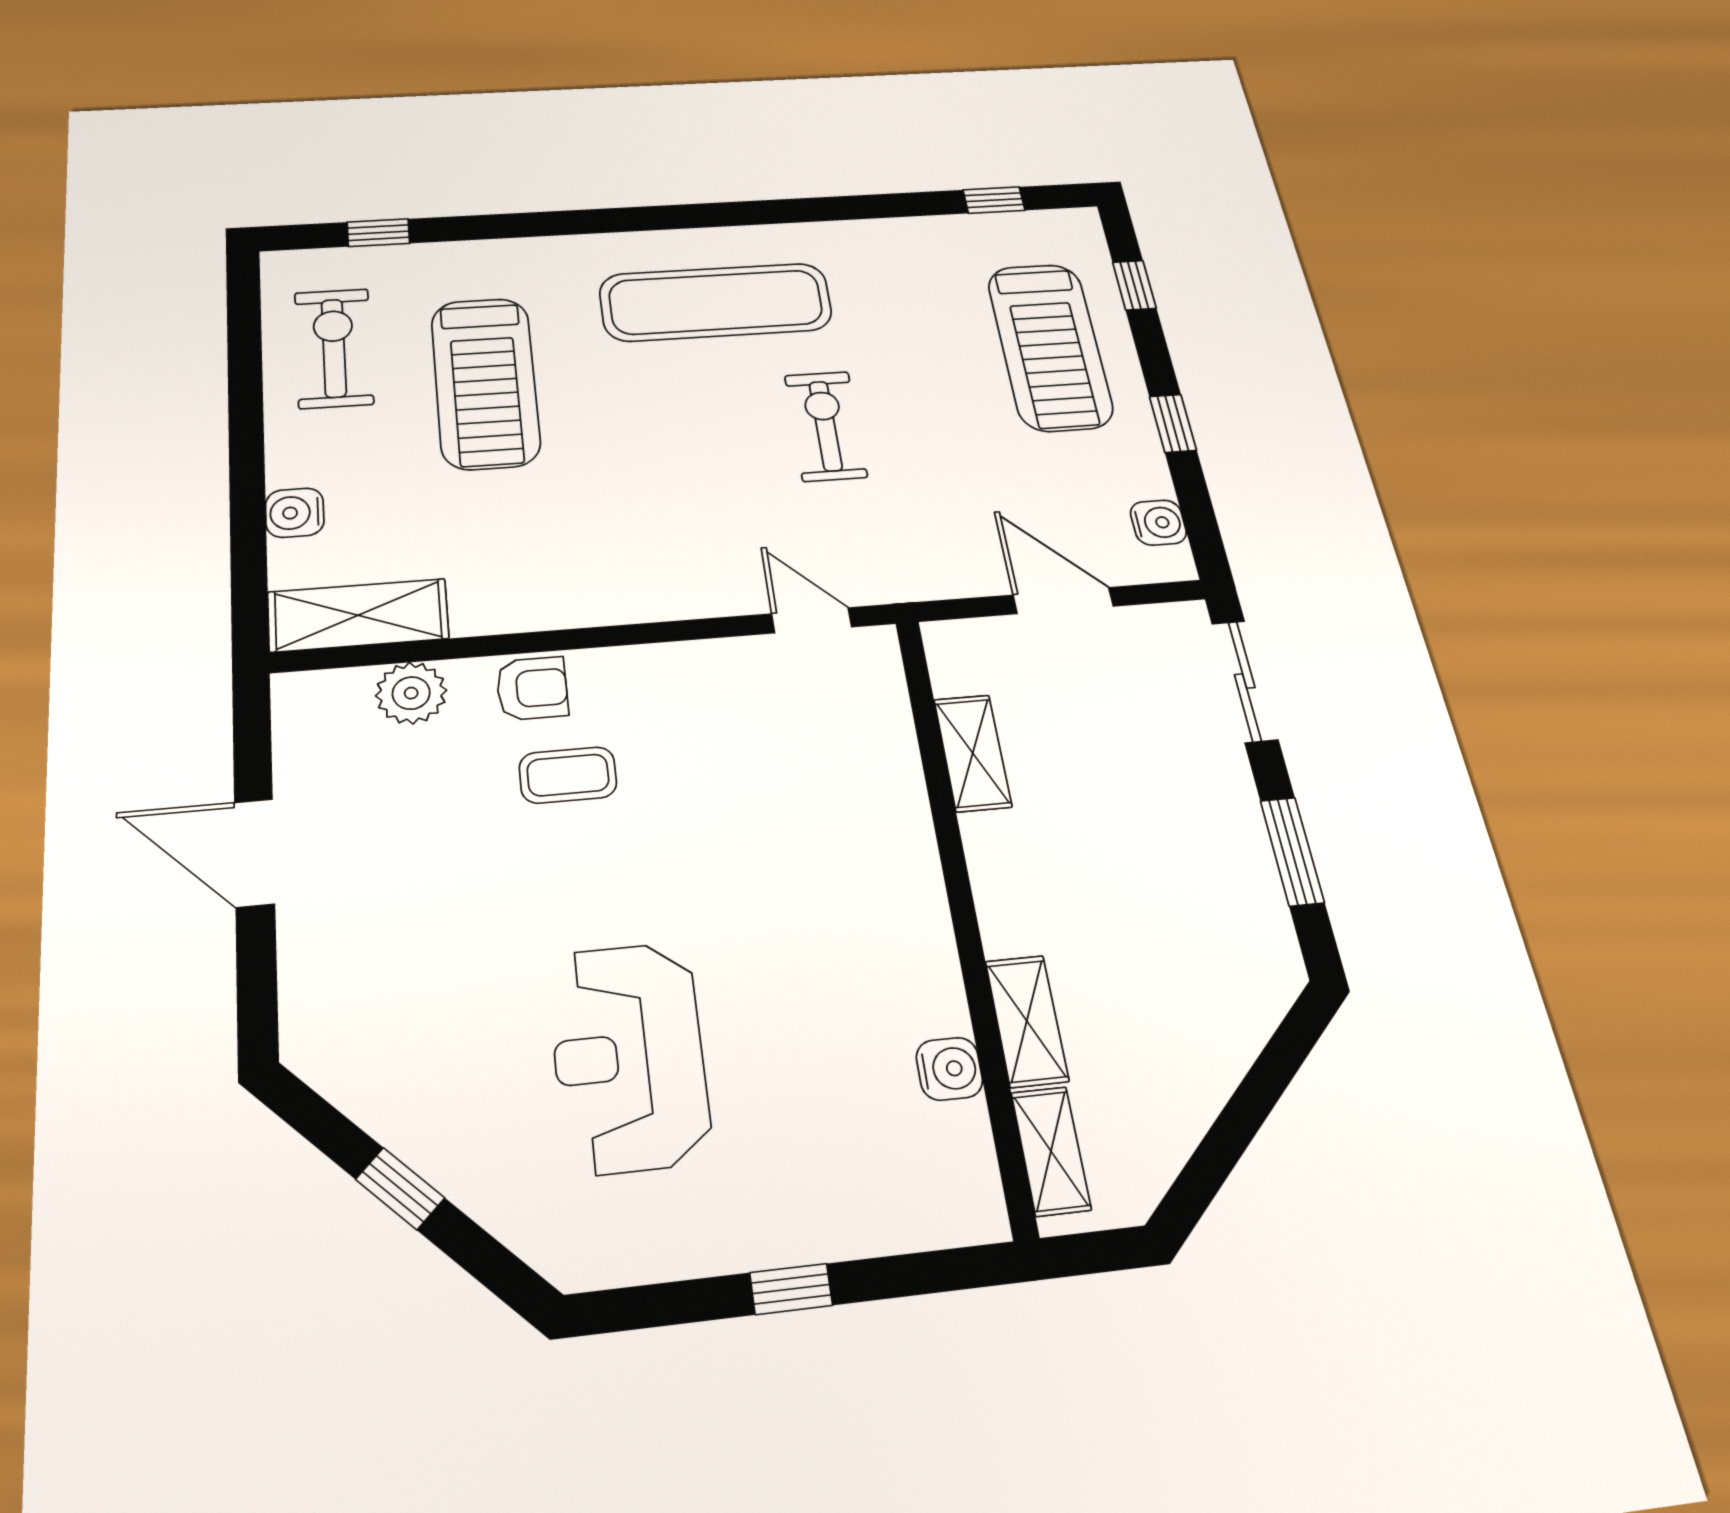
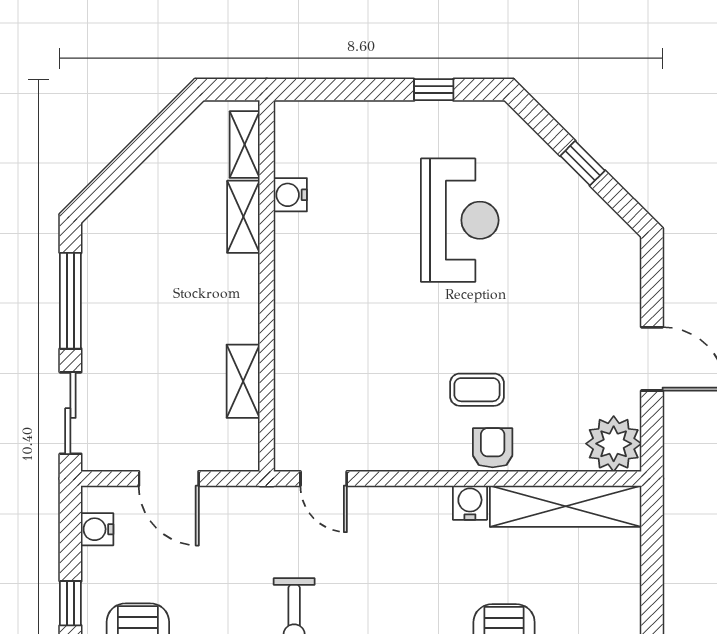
water cooler: (295, 513) -> (470, 503), moved, turned -90
shelving: (358, 615) -> (566, 506), width x1.47
armchair: (532, 688) -> (493, 448), turned 90
plant: (411, 693) -> (614, 444), moved, width x1.36, depth x1.36
window: (1292, 851) -> (70, 301), width x1.44
window: (791, 1289) -> (434, 90), moved

